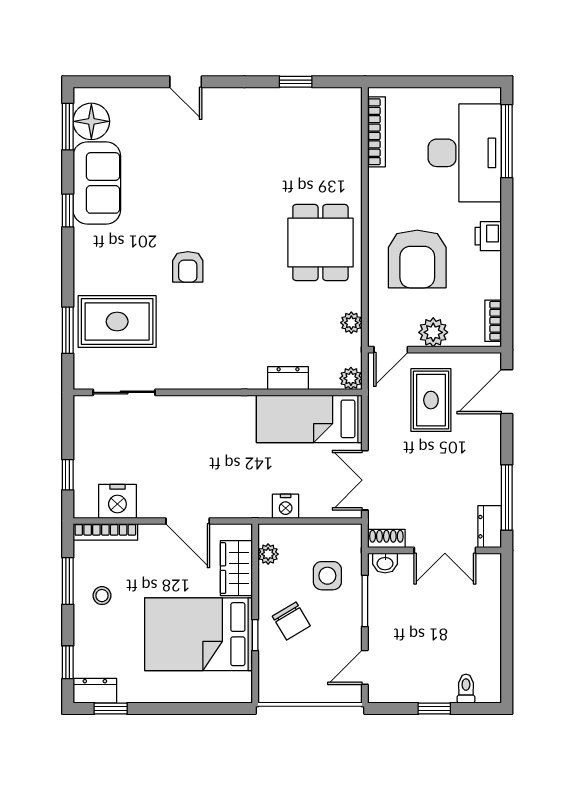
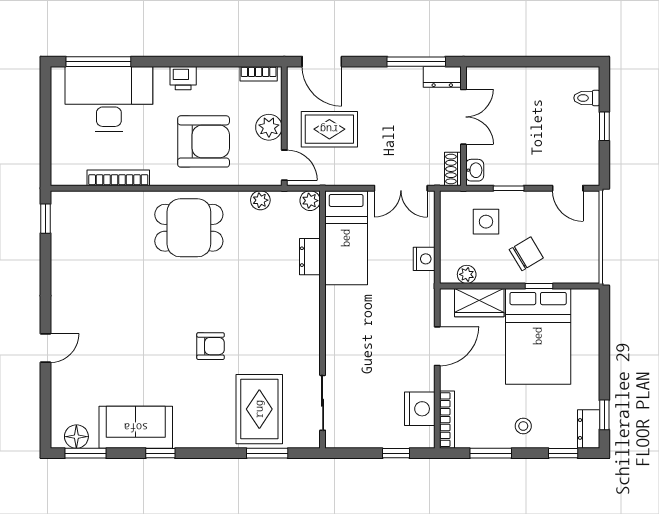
window: (296, 82) -> (46, 219), moved
floor lamp: (91, 121) -> (76, 437), width x0.73, depth x0.73
bookcase: (377, 132) -> (118, 178), moved
stool: (102, 596) -> (523, 426), moved
window: (365, 601) -> (509, 188), width x0.67

